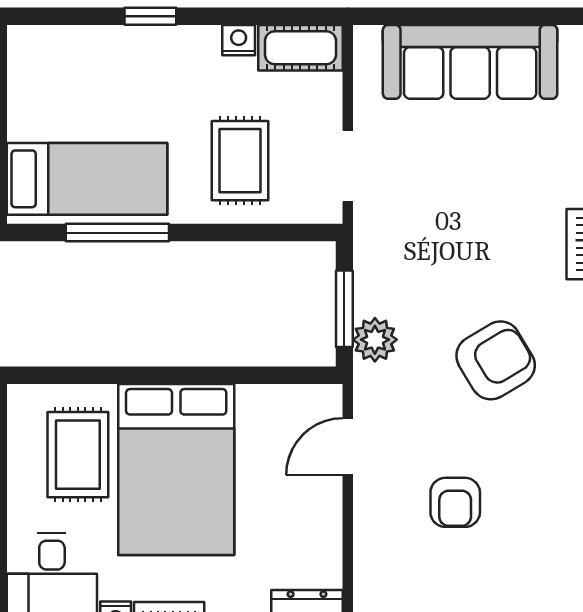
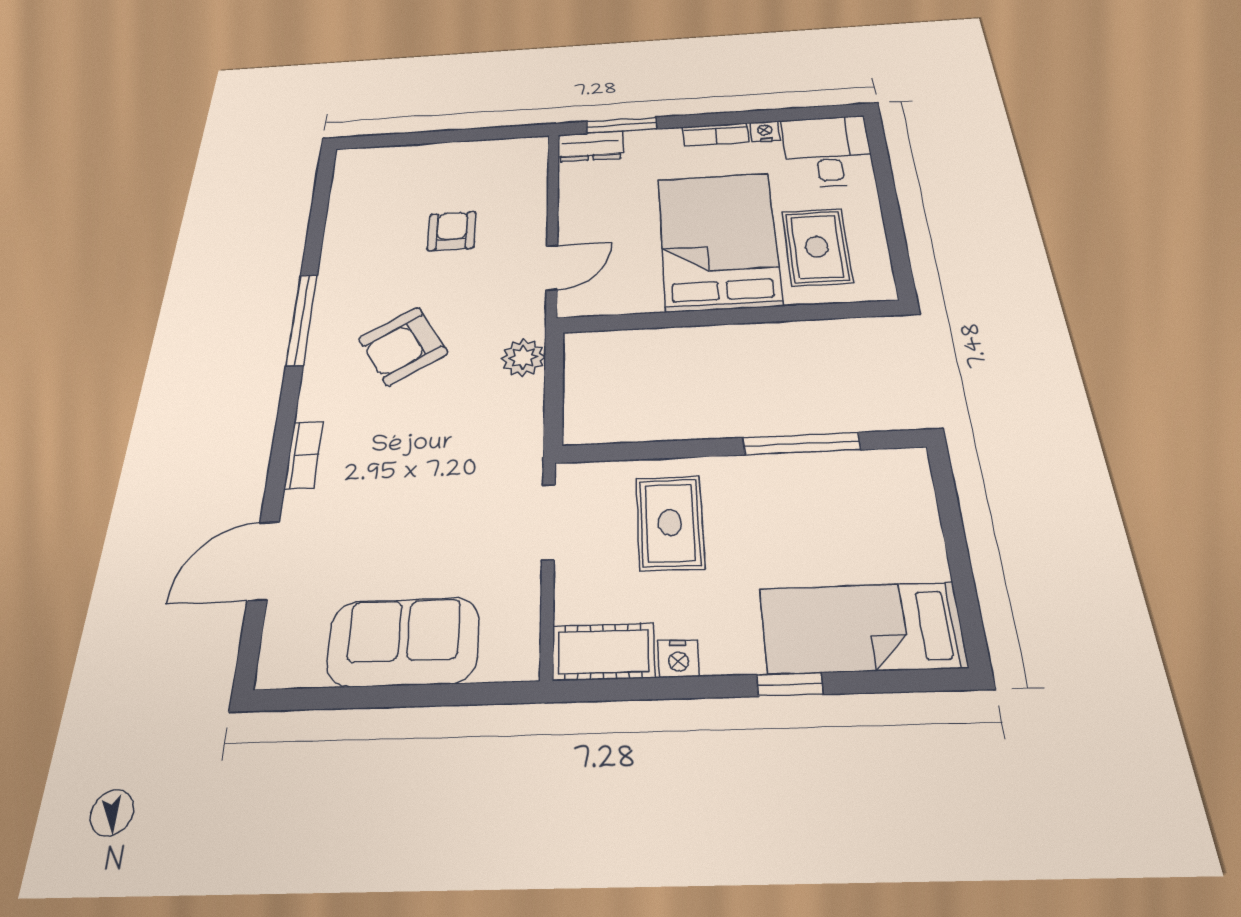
sofa: (470, 62) -> (403, 642), width x0.73
bed: (87, 179) -> (862, 628), moved
window: (344, 309) -> (554, 384), removed

